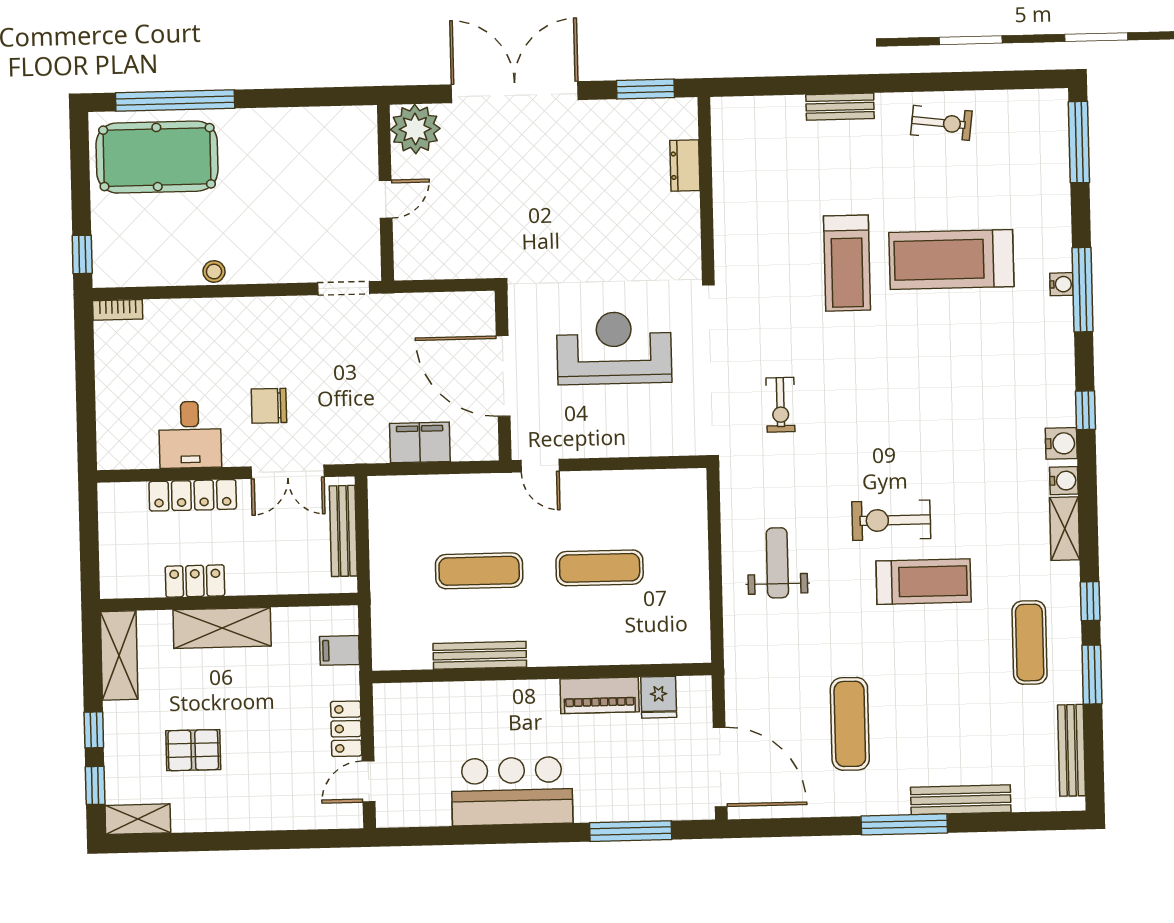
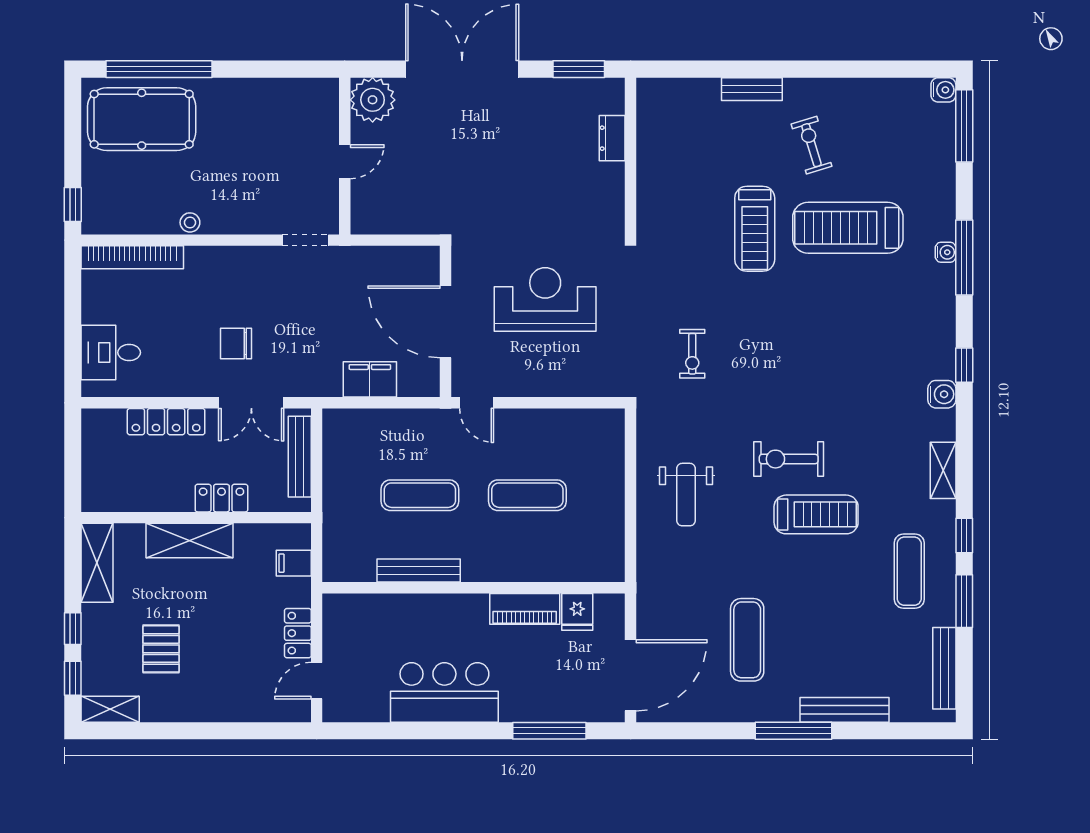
exercise bike: (941, 123) -> (812, 145), moved, turned -114
bookcase: (118, 310) -> (132, 257), width x2.31, depth x1.31
desk: (190, 435) -> (111, 353), moved, turned 90
water cooler: (1064, 481) -> (943, 90), moved
weight bench: (777, 563) -> (686, 495), turned 180
locker: (195, 581) -> (221, 498), moved
pallet: (193, 750) -> (161, 649), turned 90
door: (720, 767) -> (631, 675), hinge flipped

